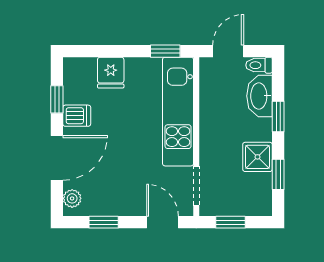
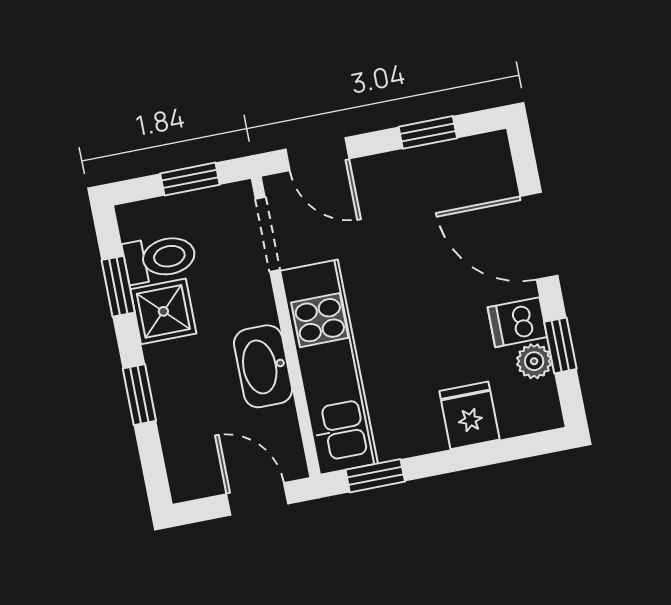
door: (228, 51) -> (257, 499), swing flipped
toilet: (259, 65) -> (160, 258), moved, width x1.37, depth x1.39
washbasin: (260, 96) -> (263, 366), moved, turned 180
door: (57, 158) -> (539, 236), hinge flipped
plant: (72, 198) -> (534, 361), moved

